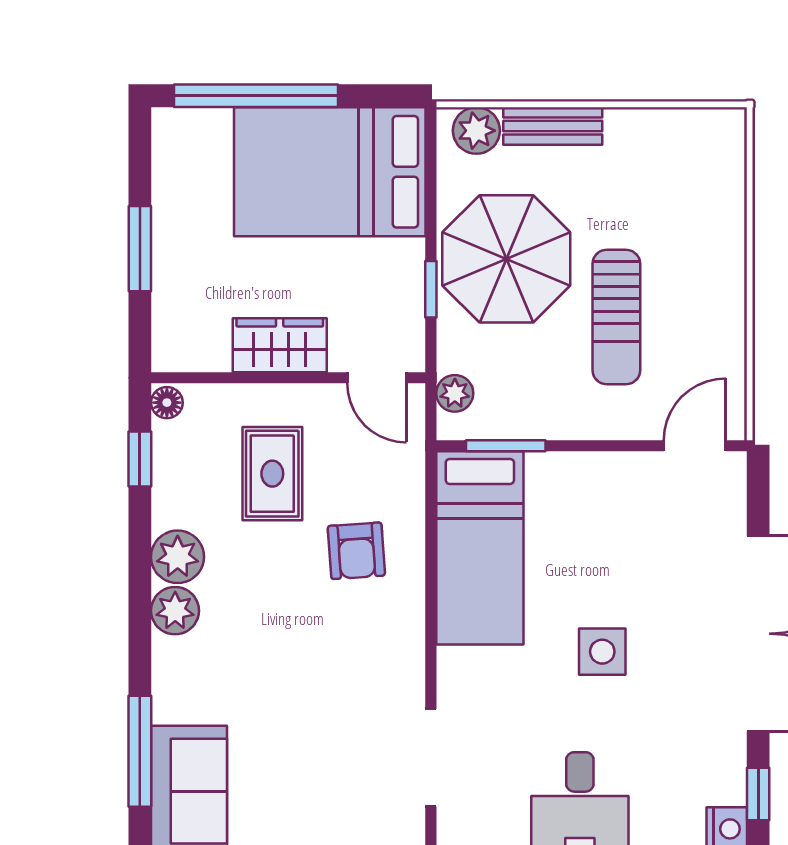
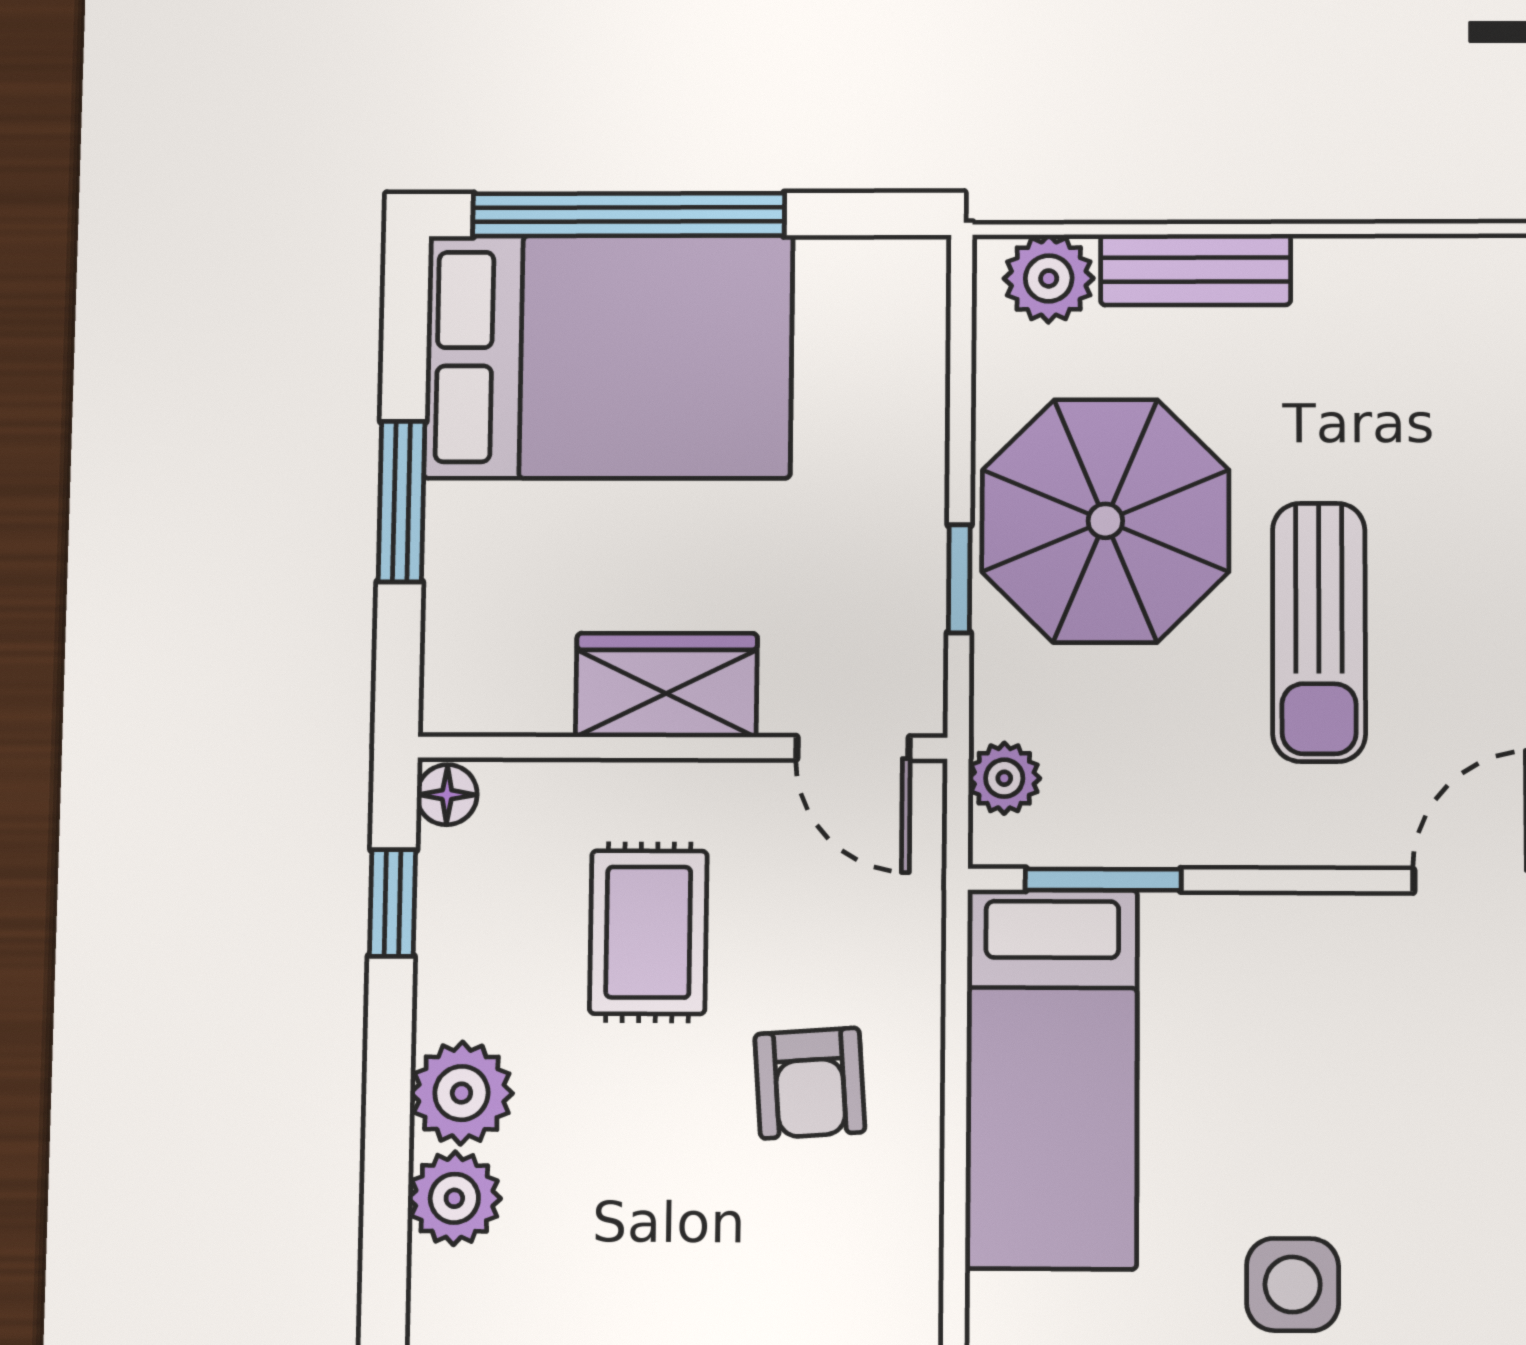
bed: (330, 172) -> (609, 357), moved, turned 180

